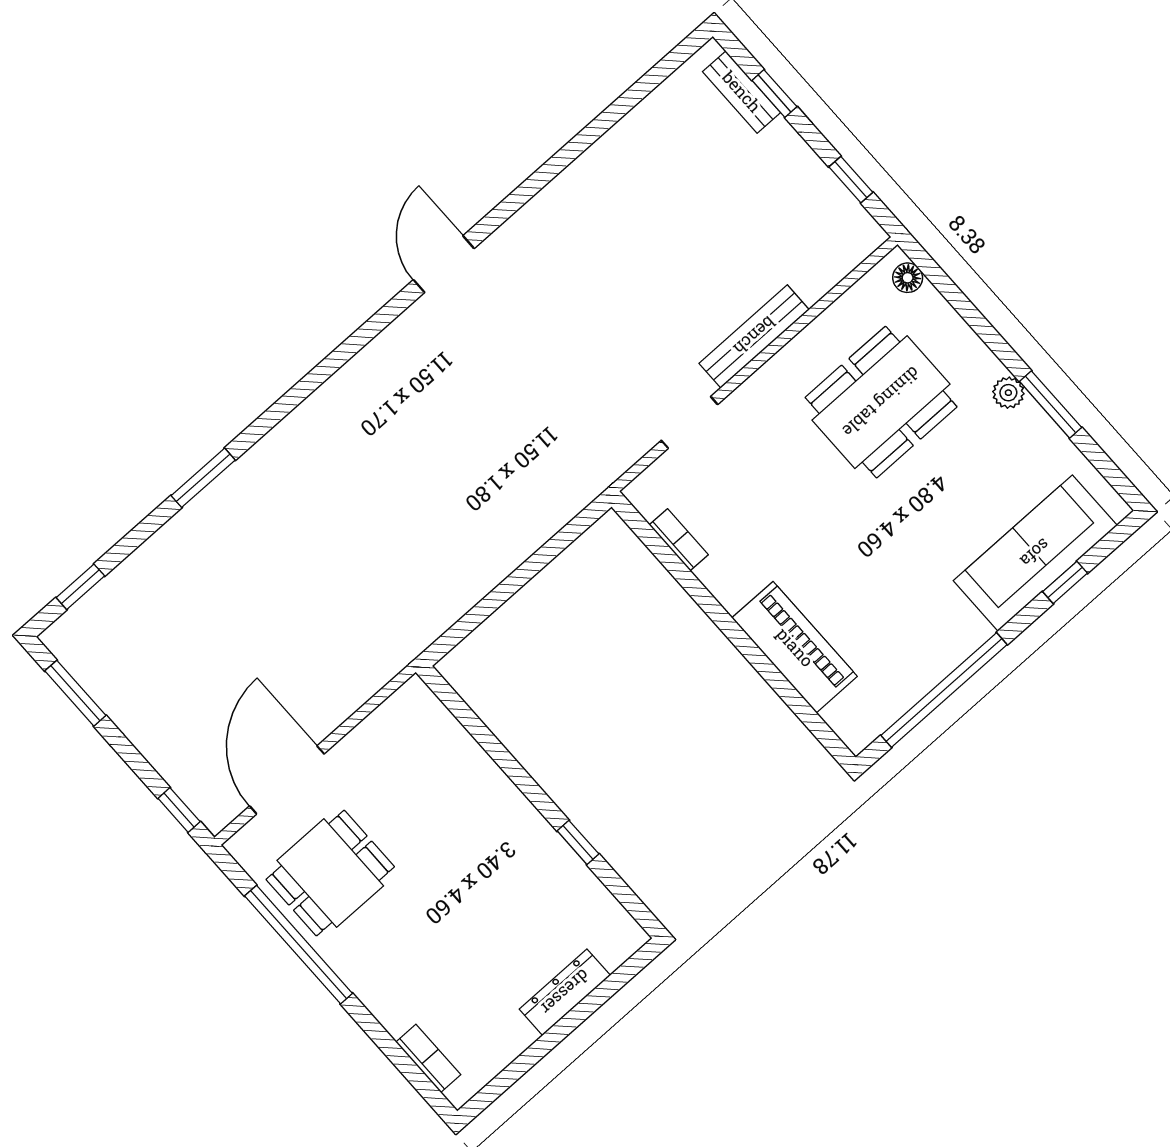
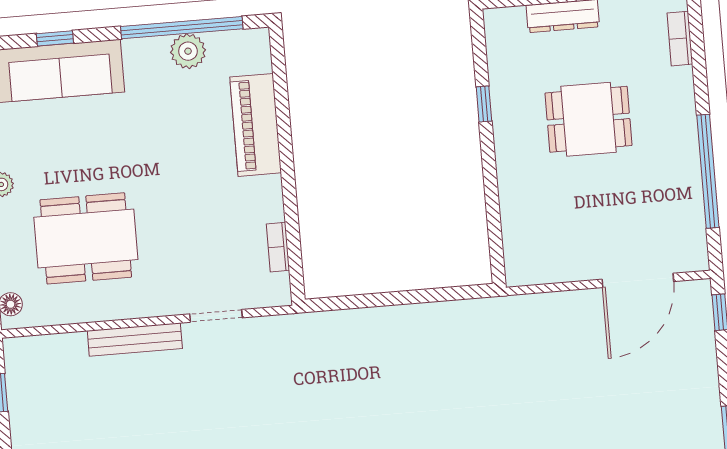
plant: (920, 671) -> (188, 51), added
dining table: (330, 873) -> (588, 119), moved

